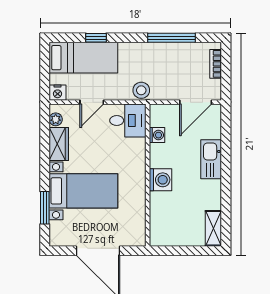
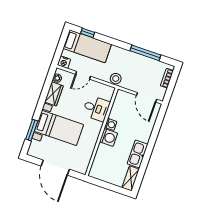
window: (96, 38) -> (88, 33), moved
door: (196, 102) -> (147, 97), hinge flipped
desk: (128, 121) -> (96, 108), moved
washing machine: (157, 135) -> (111, 124), moved
kitchen sink: (211, 159) -> (138, 154), moved

